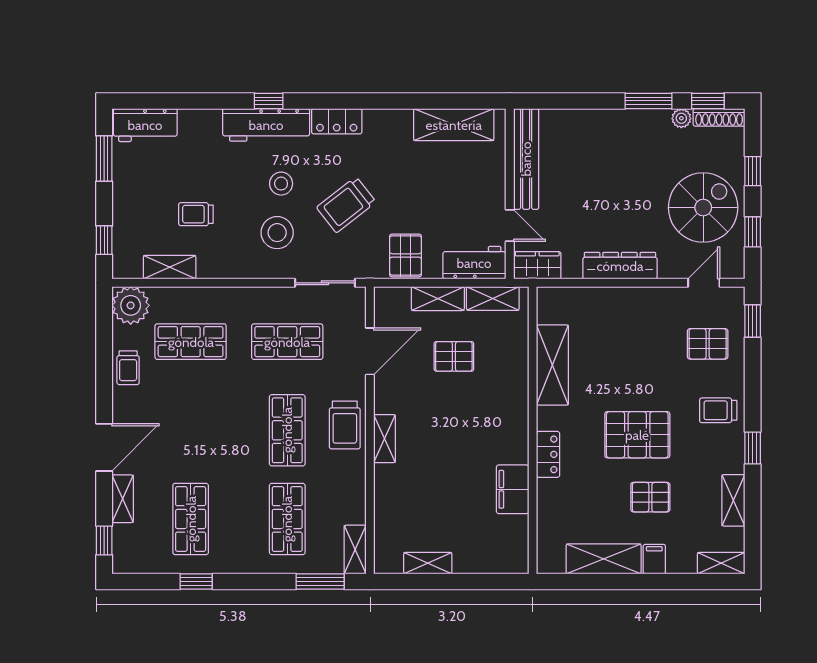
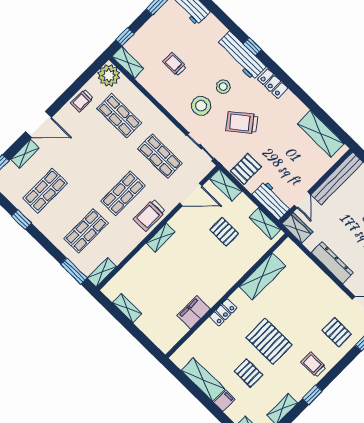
shelving: (170, 267) -> (128, 62), moved
shelving: (438, 299) -> (226, 185), moved

